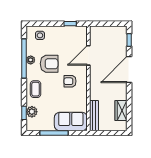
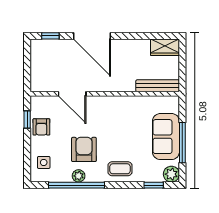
armchair: (70, 81) -> (41, 127), moved
wardrobe: (121, 111) -> (165, 47), moved
plant: (32, 112) -> (171, 174), moved
sofa: (71, 121) -> (166, 137), moved

